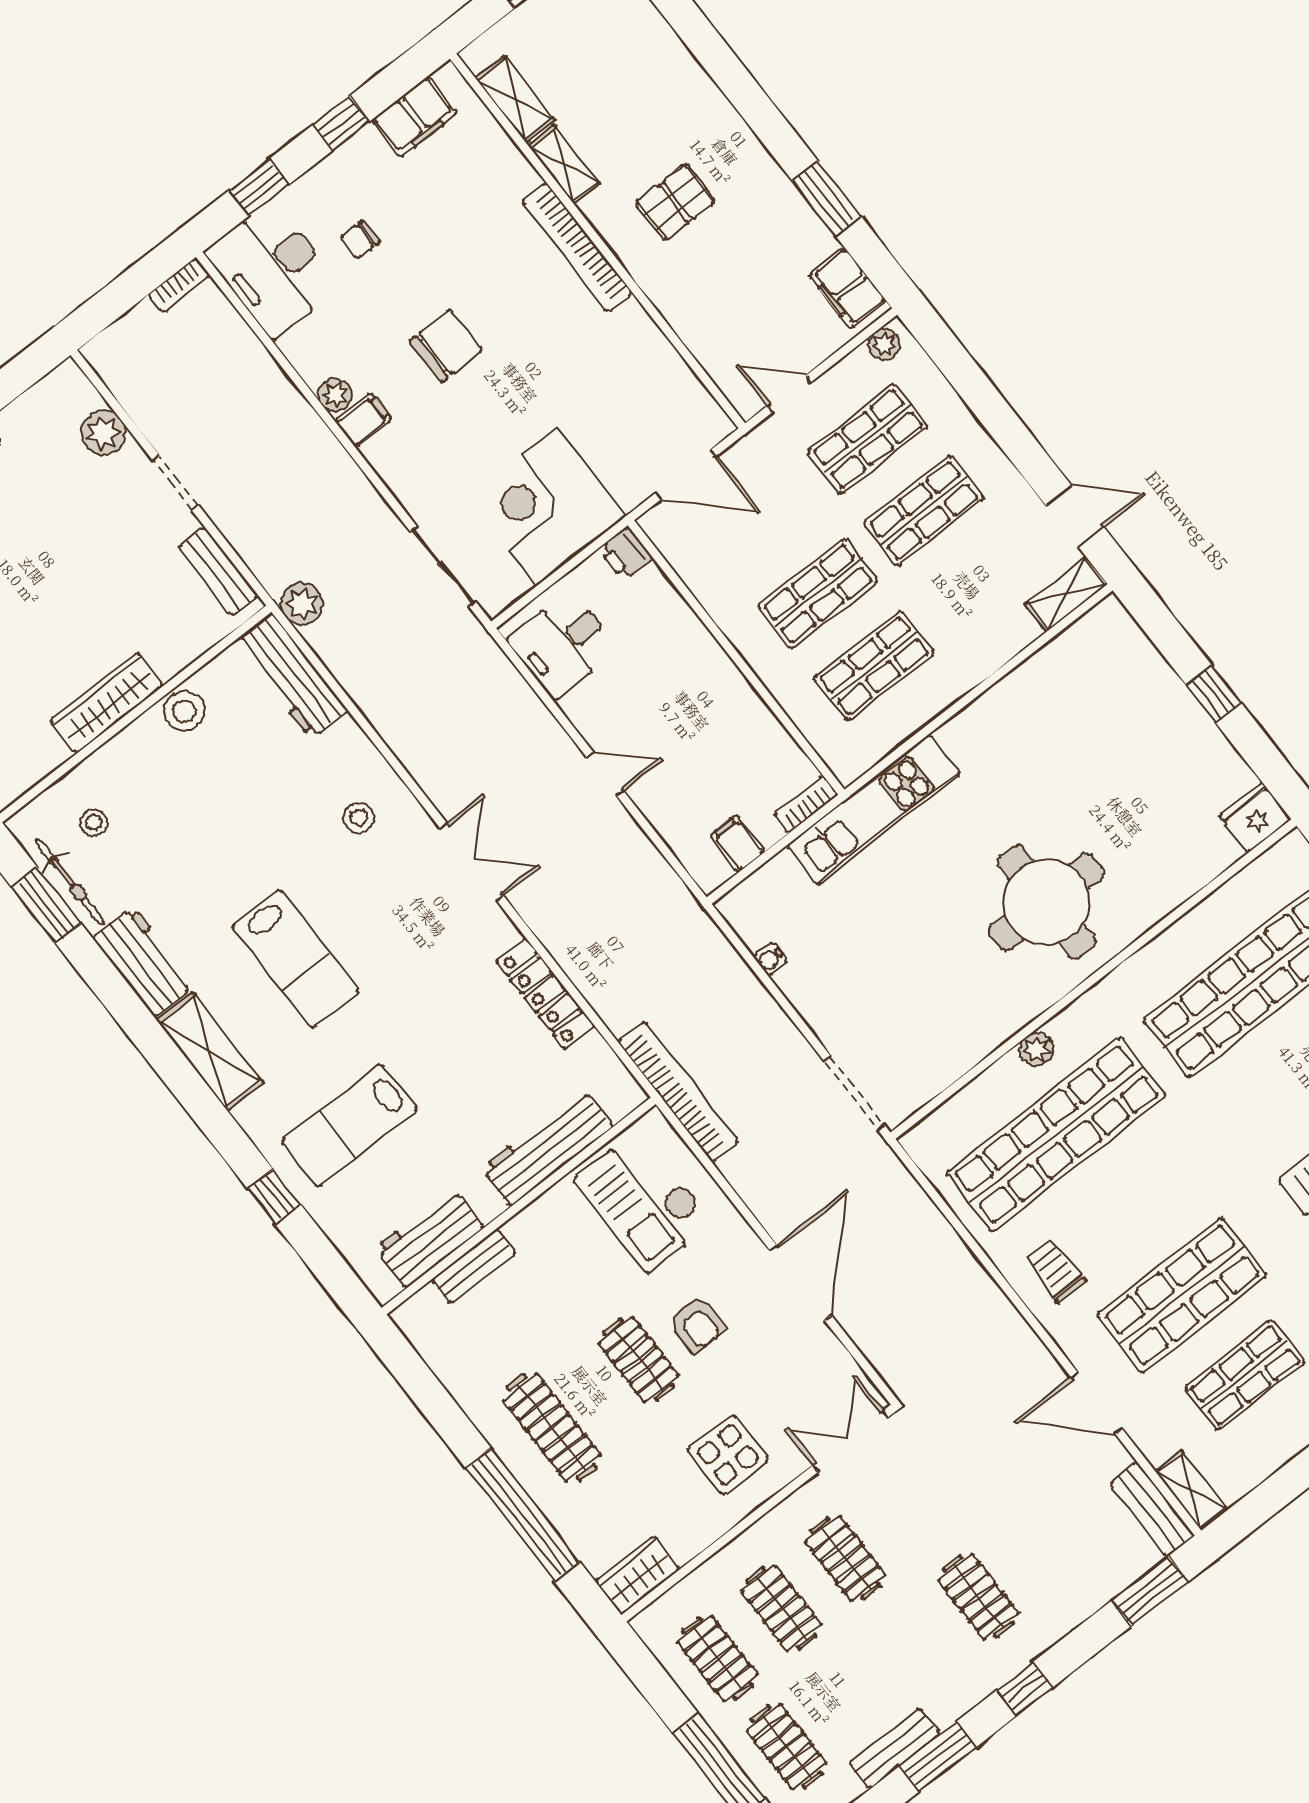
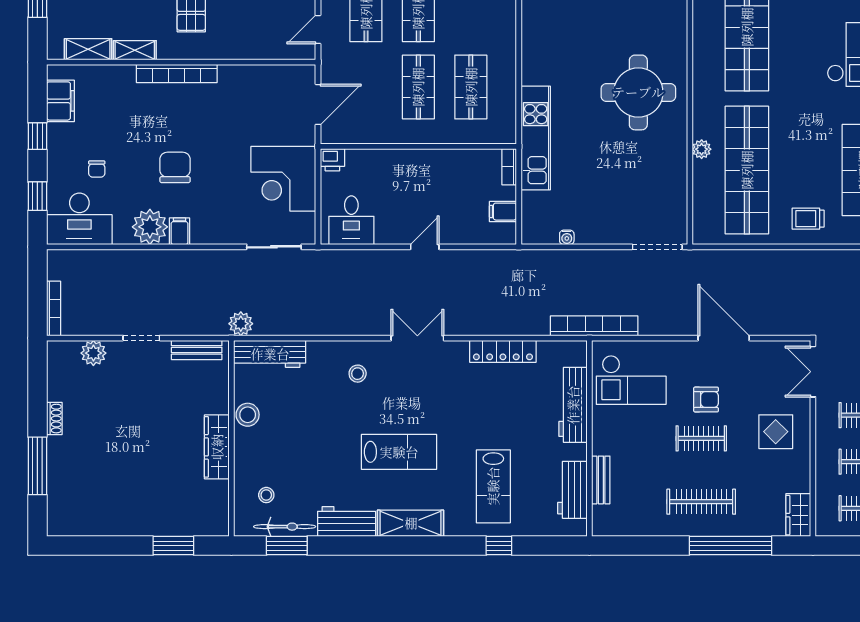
bookcase: (179, 285) -> (54, 308), moved, width x1.56
plant: (335, 395) -> (150, 227), width x1.87, depth x1.87

